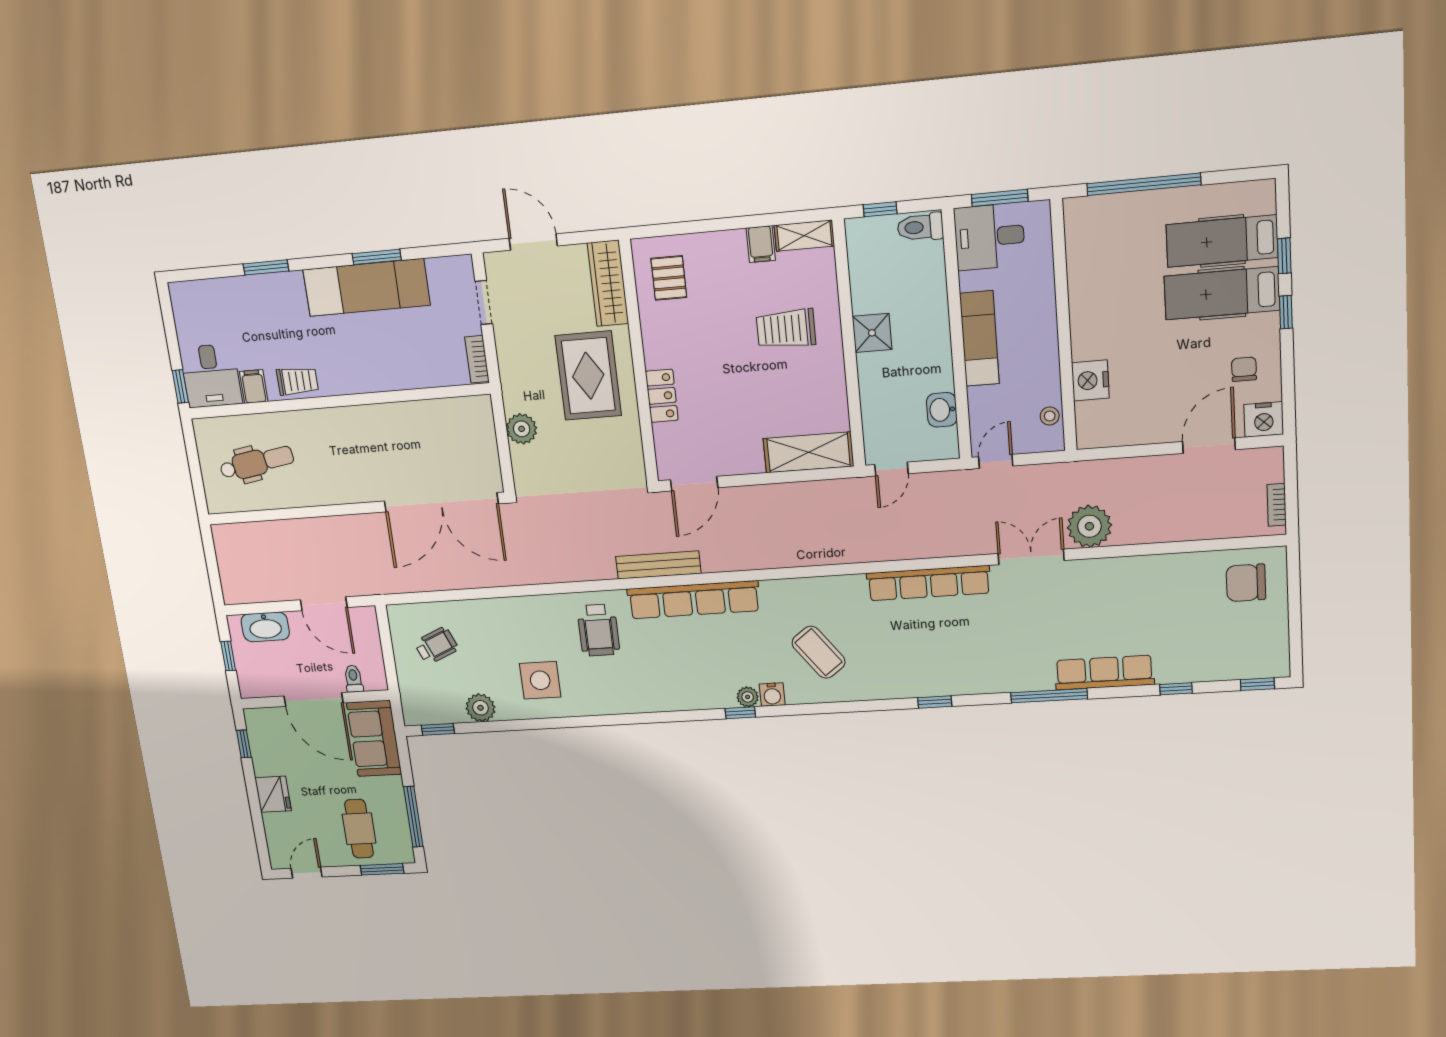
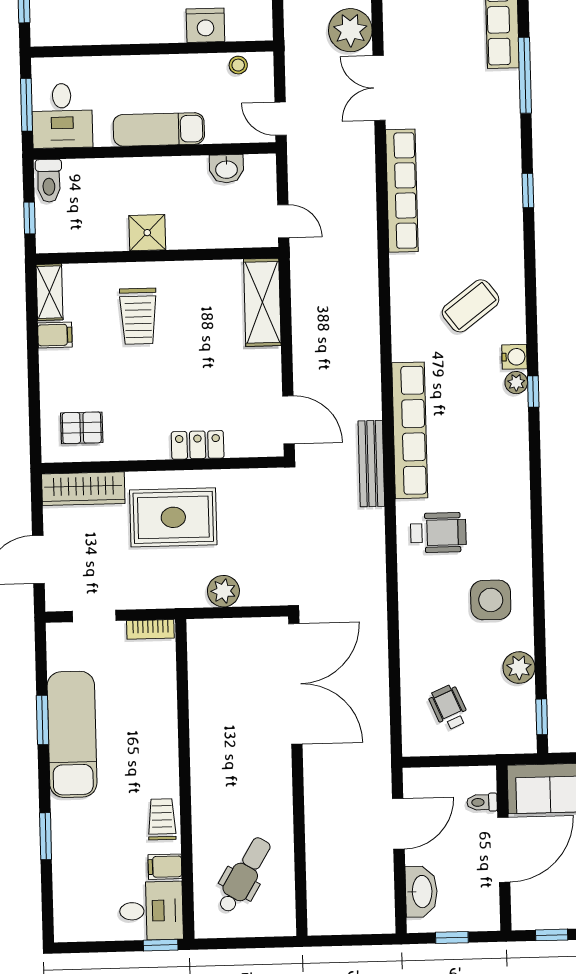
dental chair: (257, 463) -> (244, 875), turned 40

